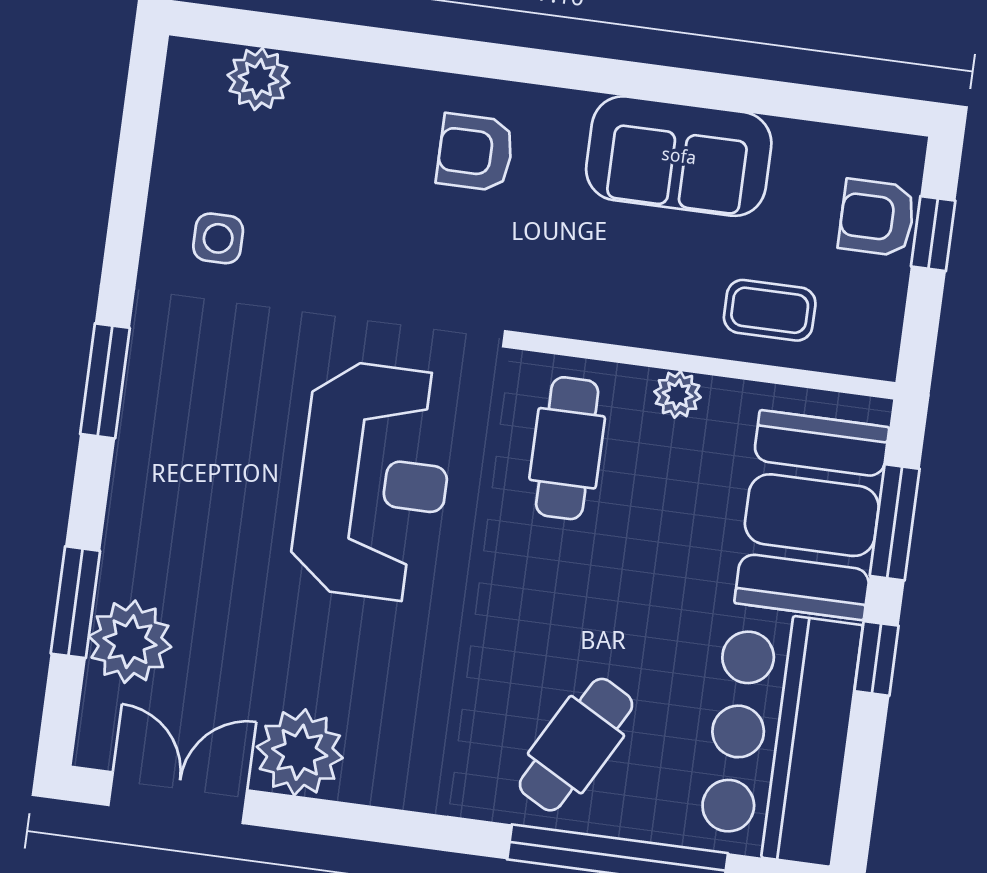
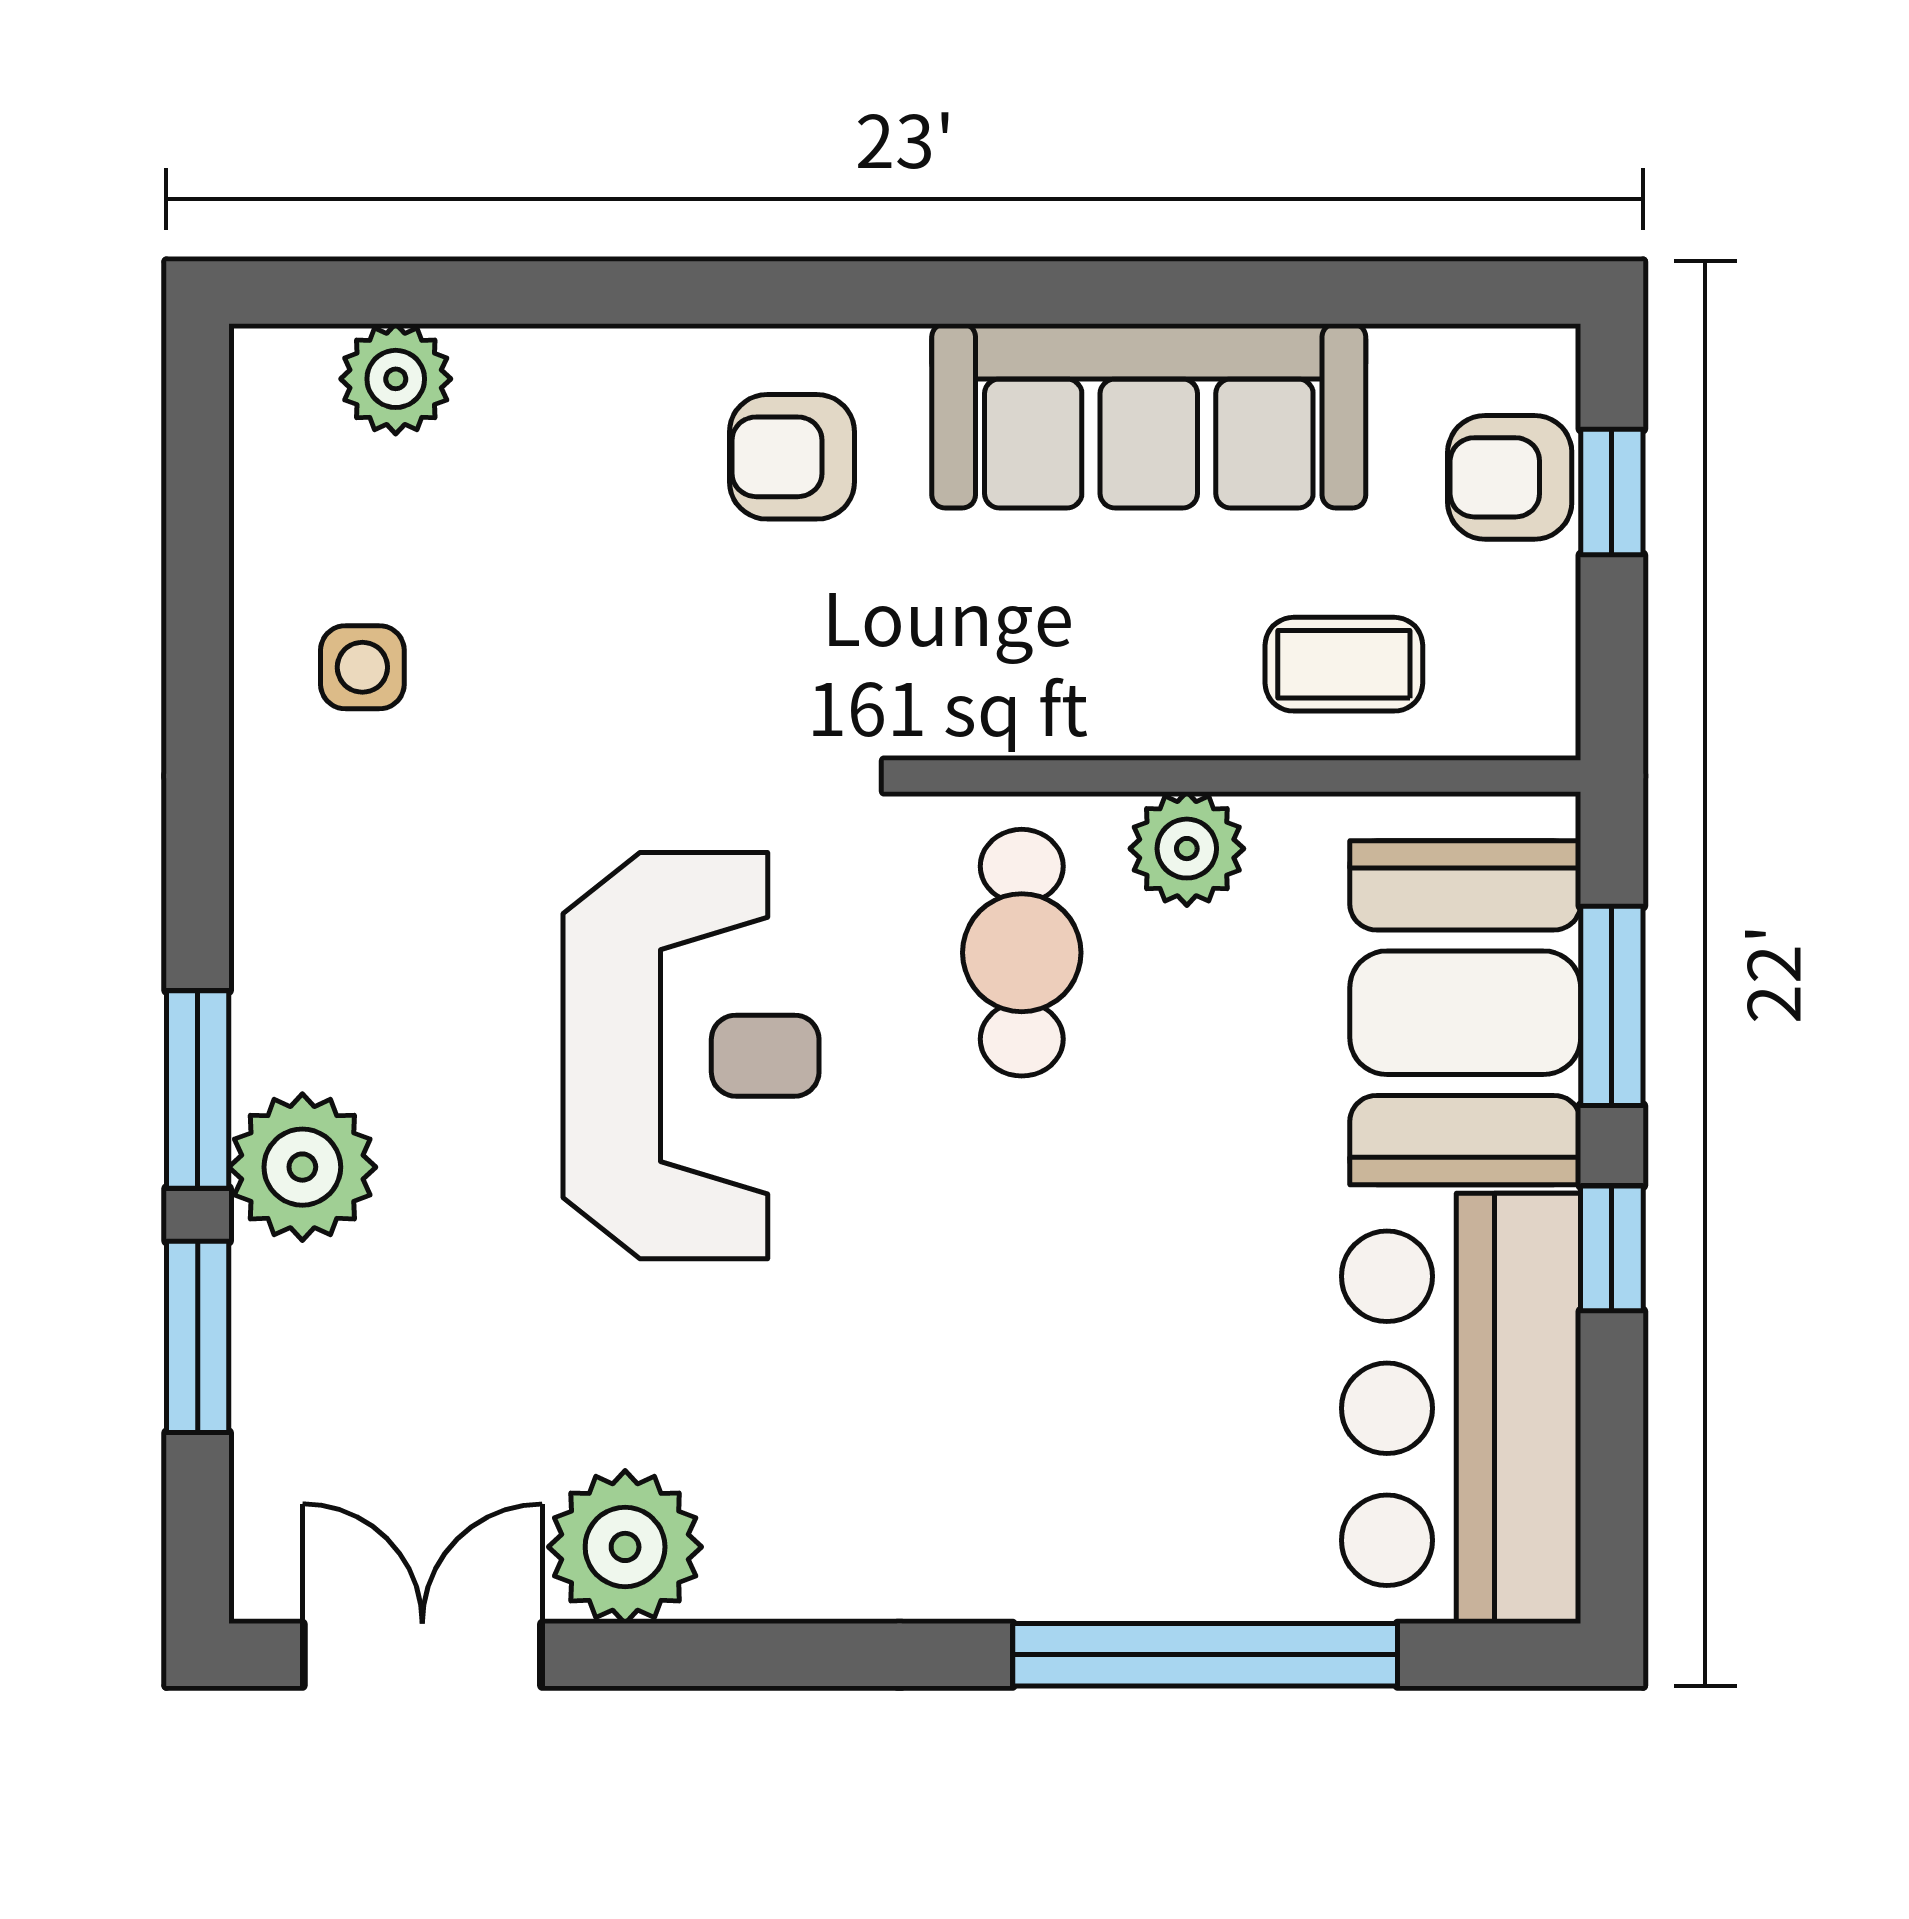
sofa: (679, 156) -> (1149, 416), width x1.36
window: (105, 381) -> (198, 1090), moved
plant: (678, 395) -> (1187, 849), width x1.38, depth x1.38
plant: (130, 642) -> (302, 1167), moved
cafe table: (576, 745) -> (1106, 1469), removed

